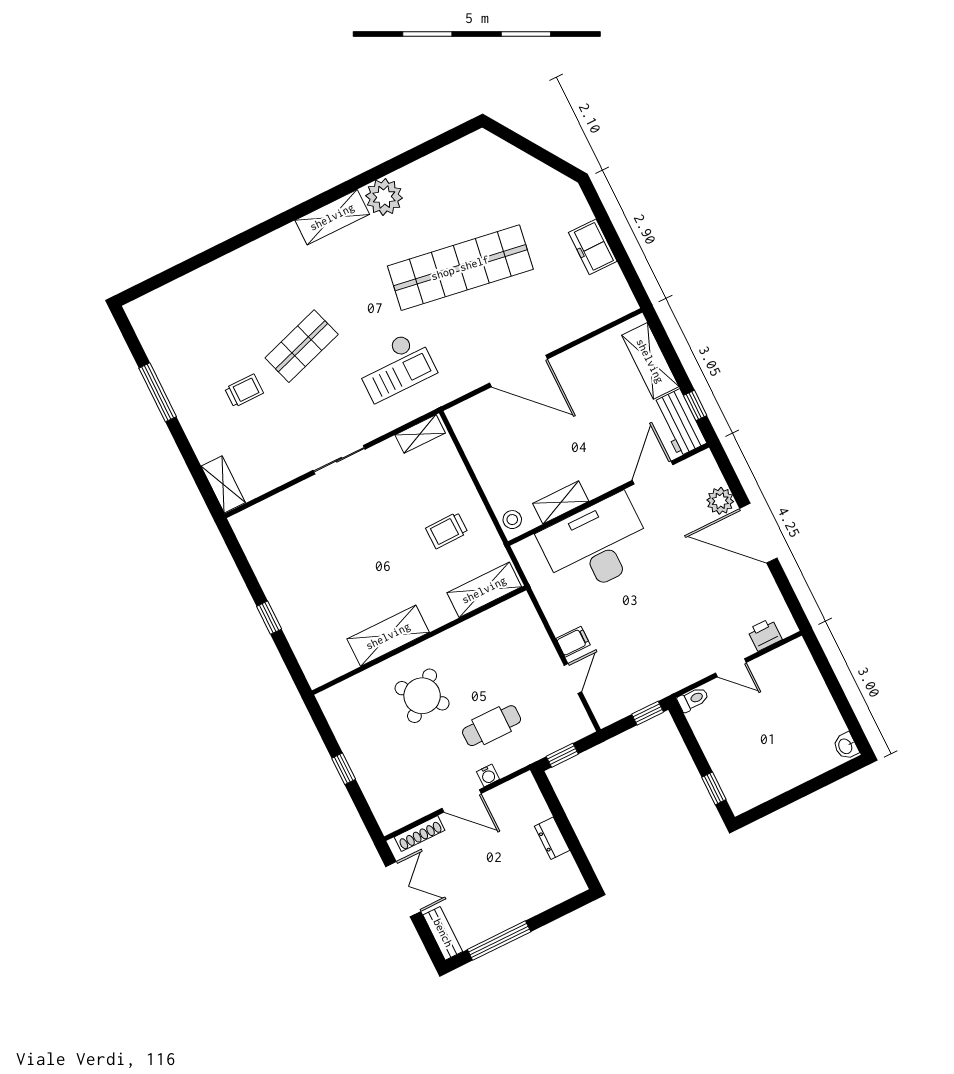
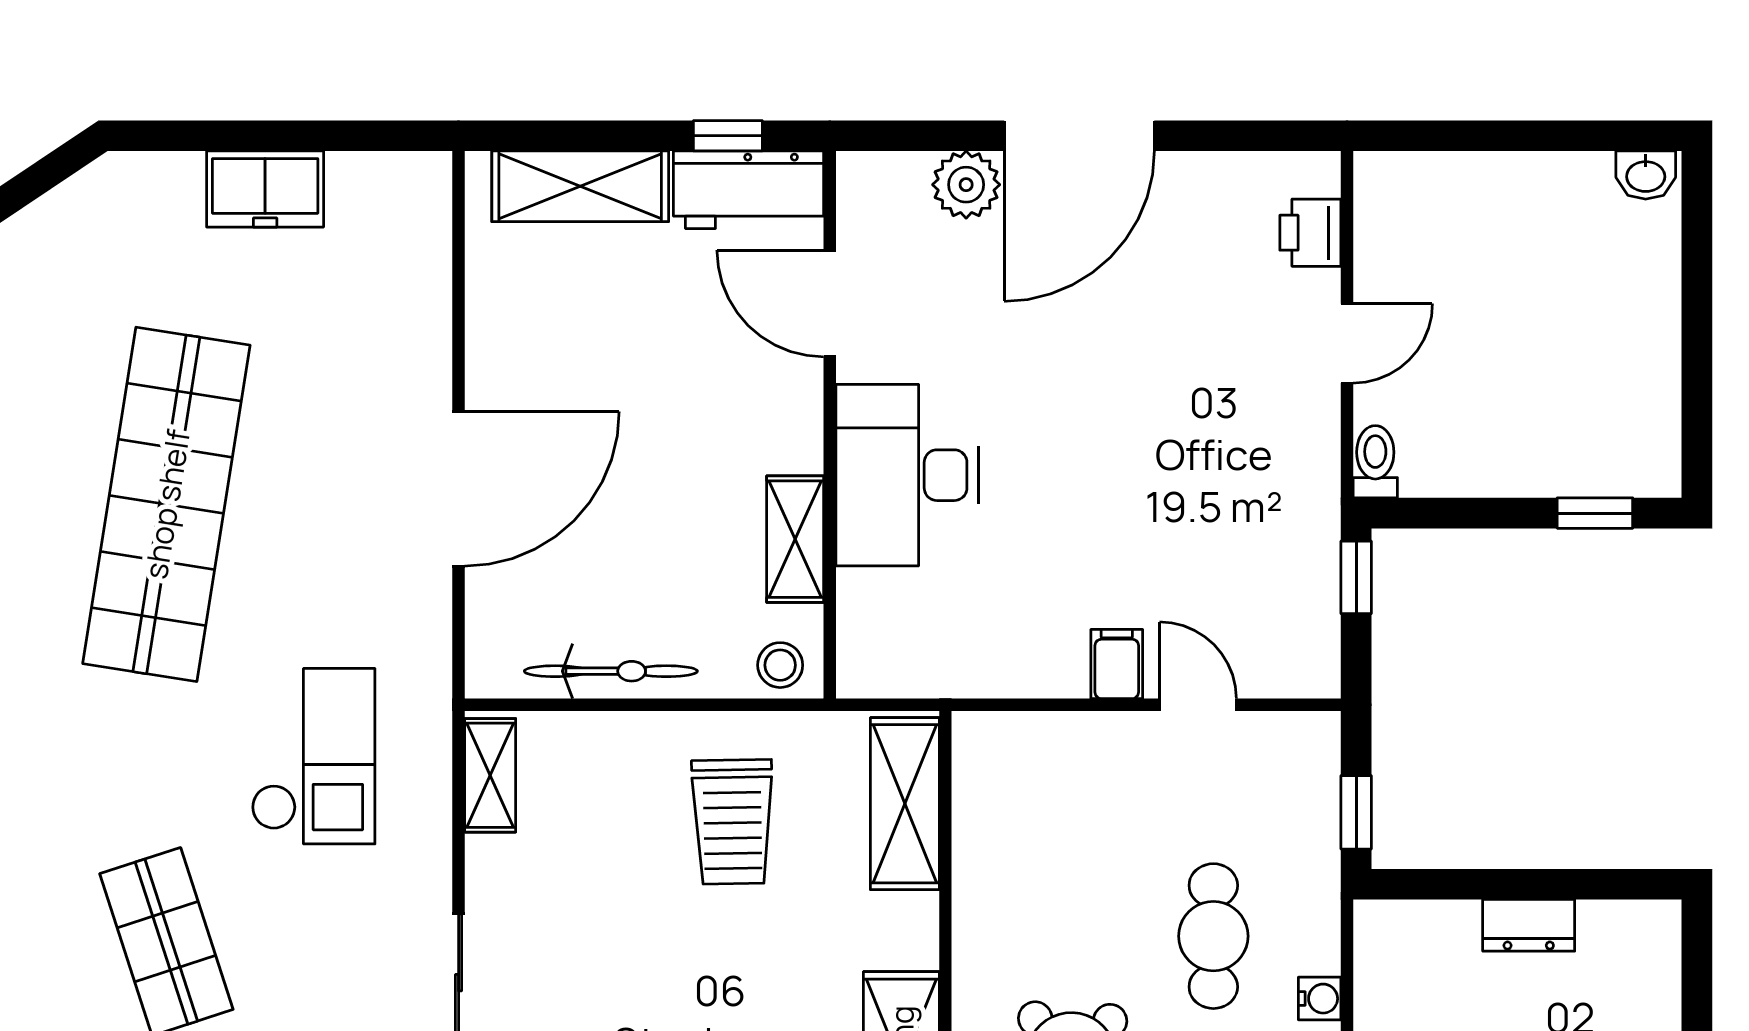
bicycle: (480, 459) -> (611, 671), added
trolley: (447, 530) -> (733, 822), width x1.36, depth x1.39
desk: (596, 545) -> (907, 475), width x0.73, depth x0.77

